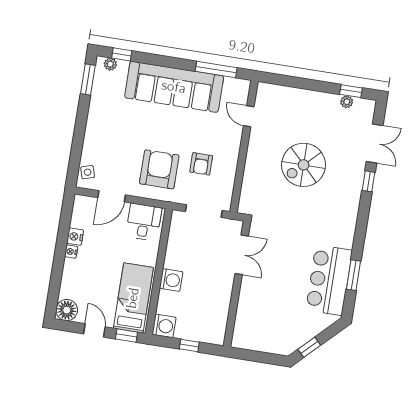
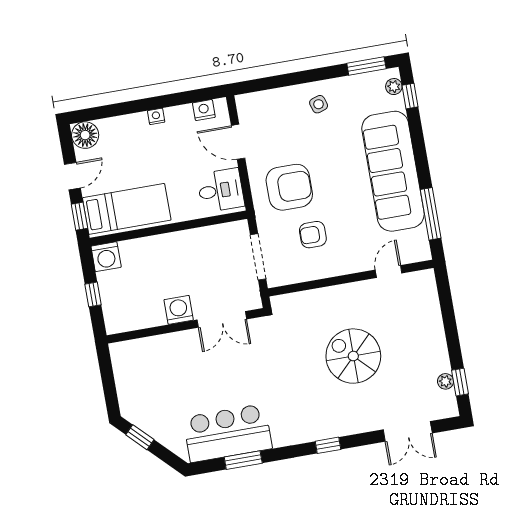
side table: (88, 172) -> (319, 104), moved
window: (369, 181) -> (328, 445), moved
nightstand: (75, 237) -> (204, 110), moved
washing machine: (171, 280) -> (179, 310), moved, turned 180

